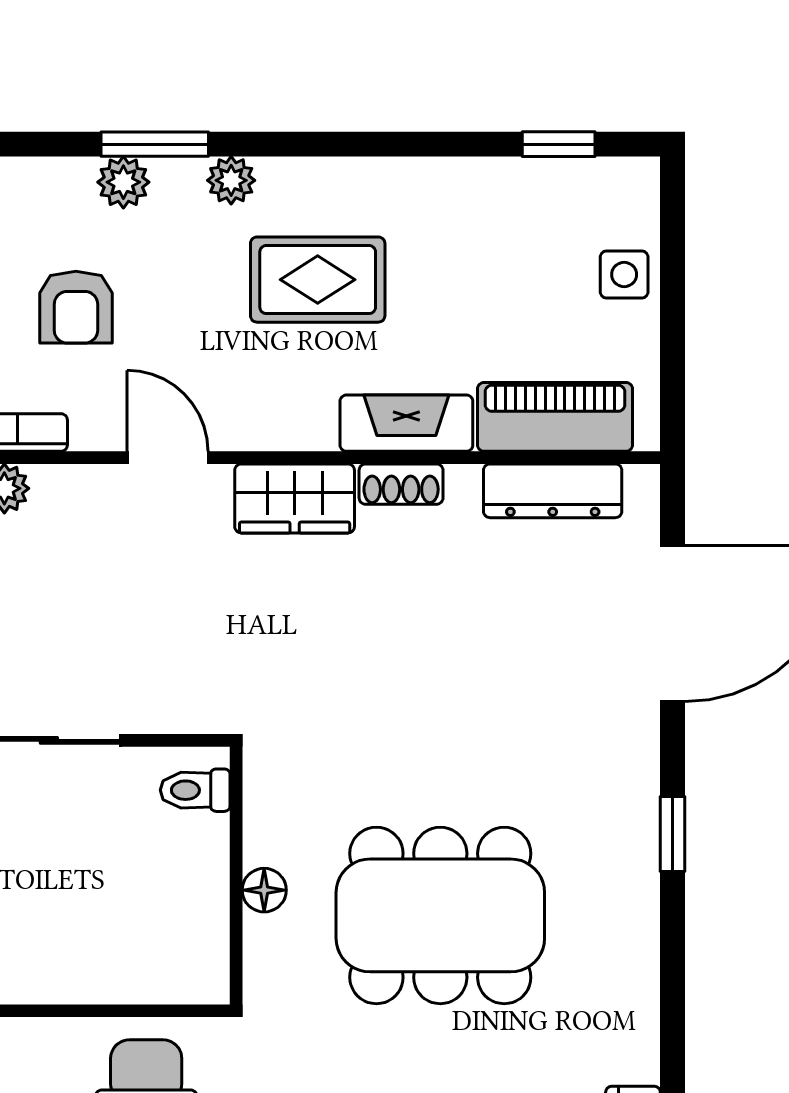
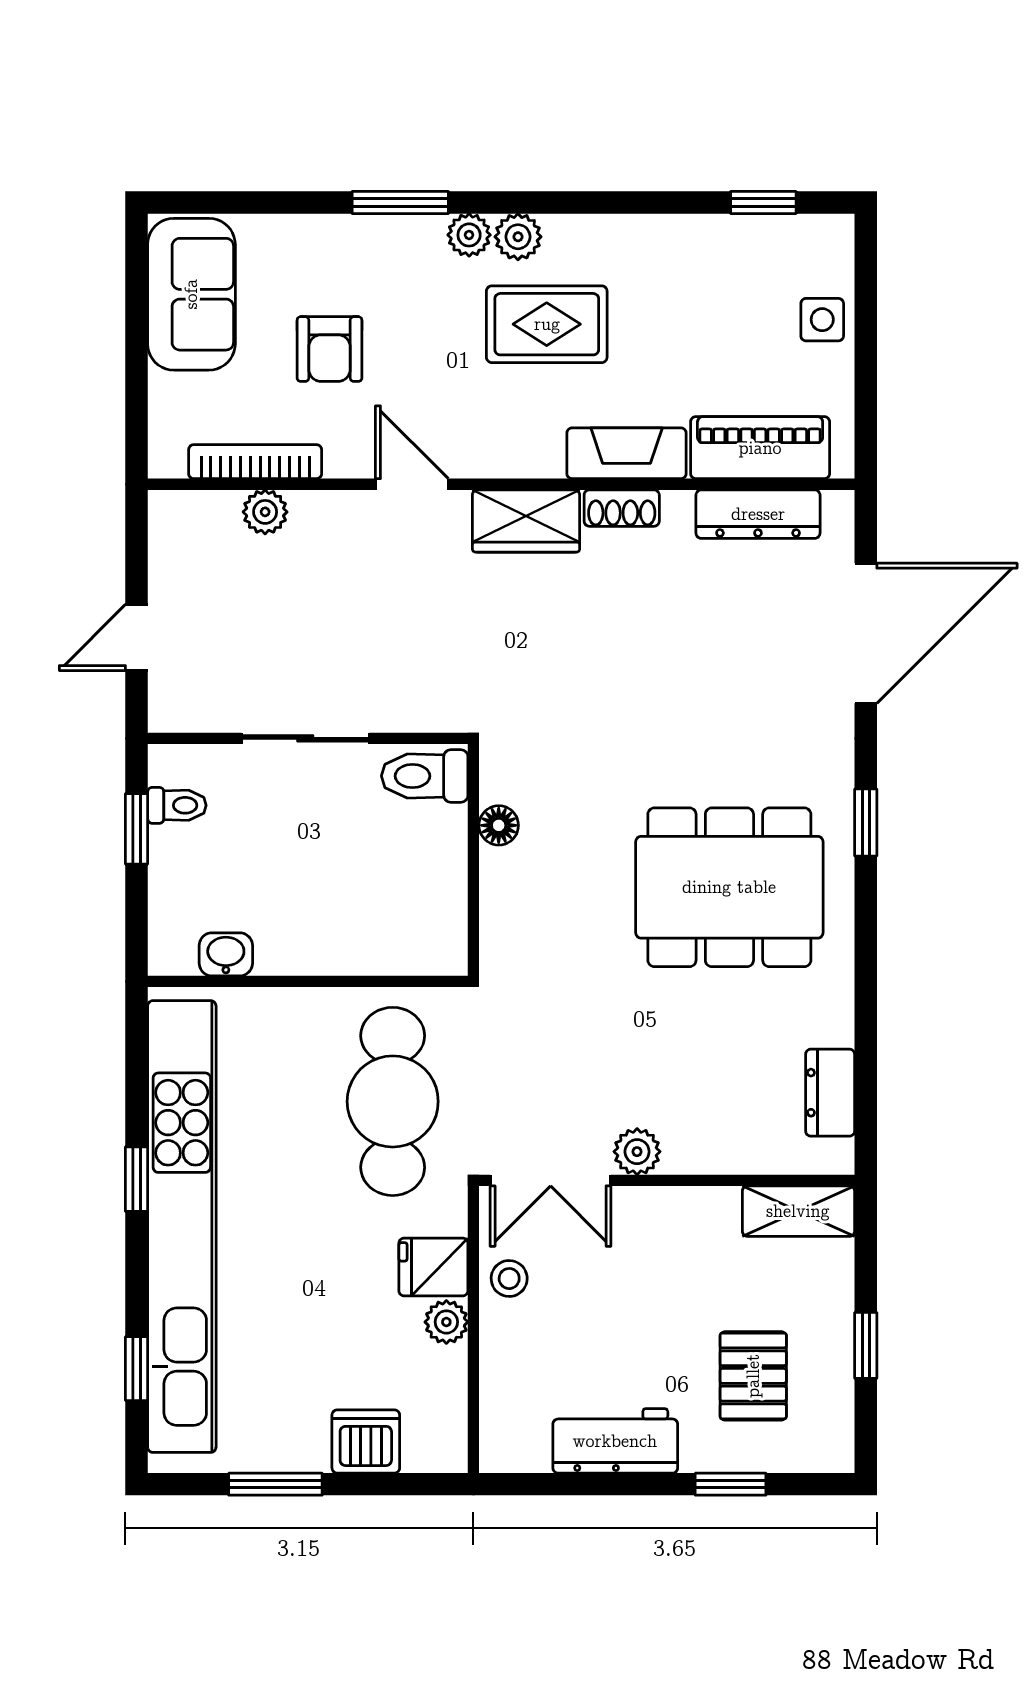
plant: (123, 182) -> (518, 237), moved
toilet: (195, 790) -> (425, 776), width x1.37, depth x1.39
floor lamp: (264, 890) -> (499, 825), moved
dining table: (440, 915) -> (729, 887), moved

